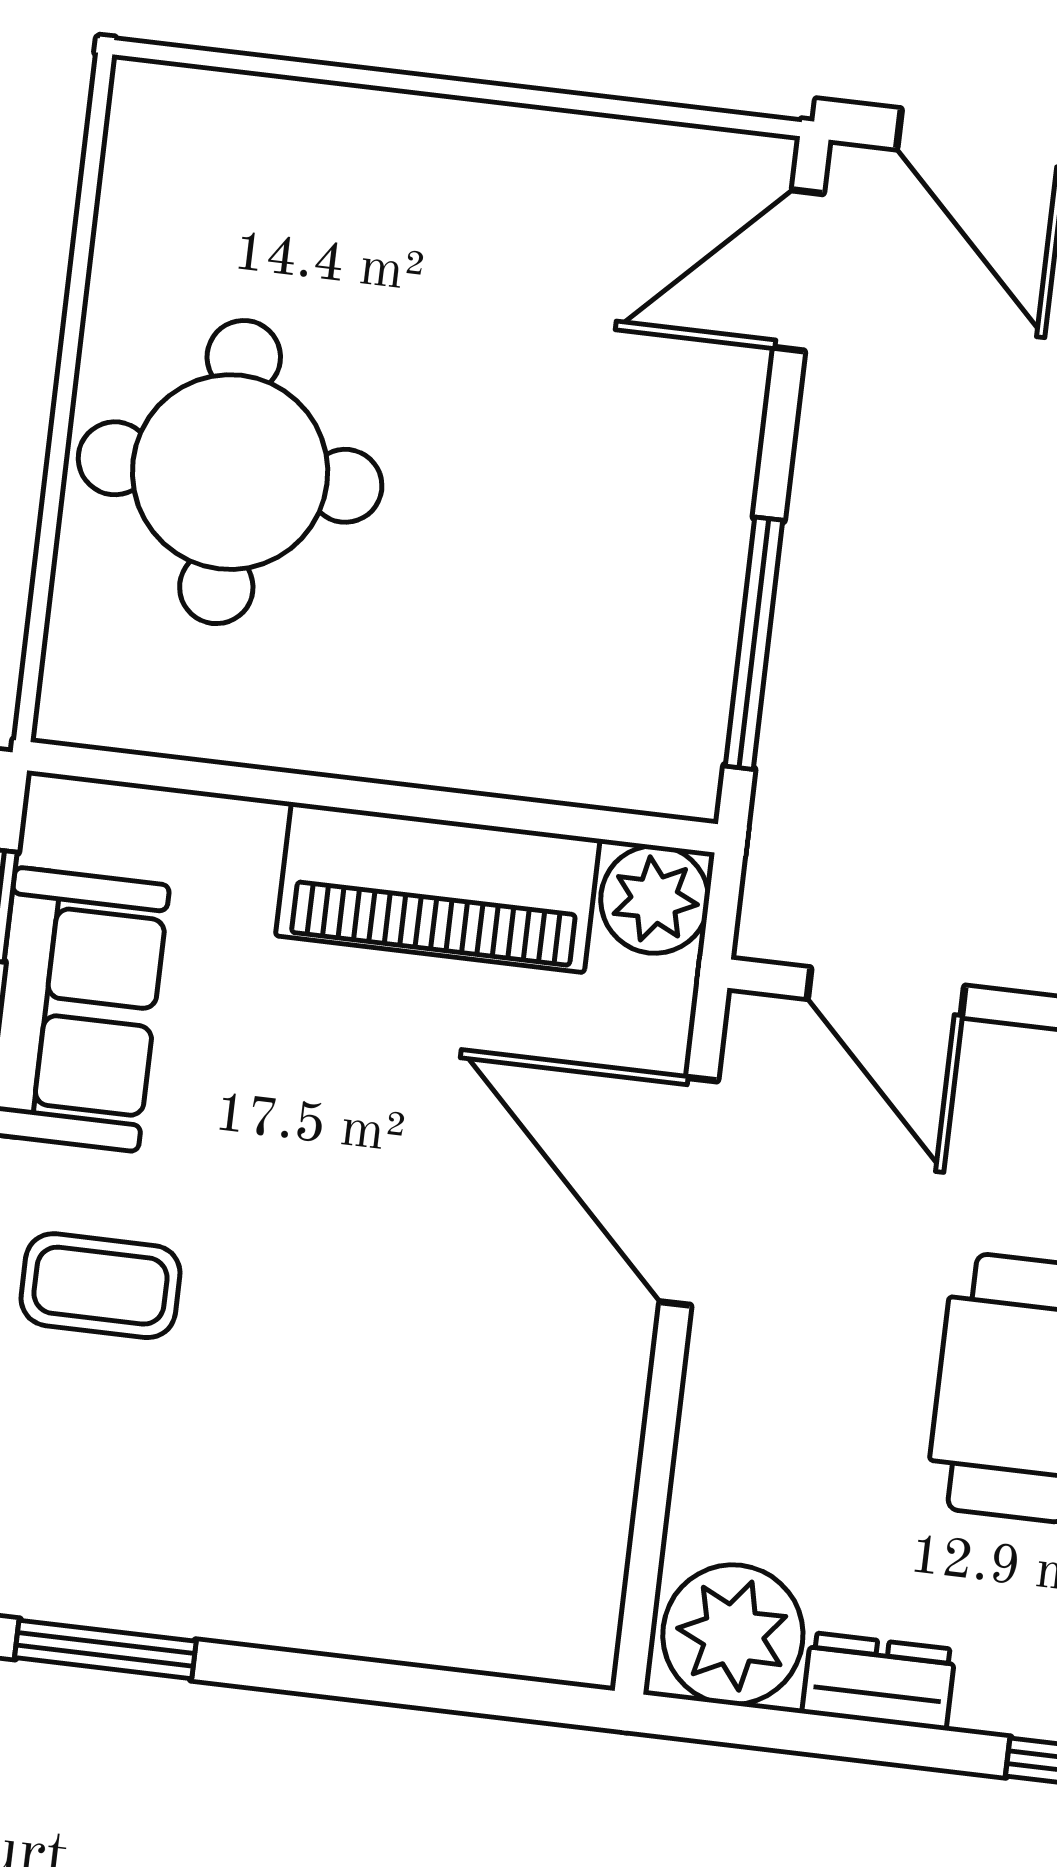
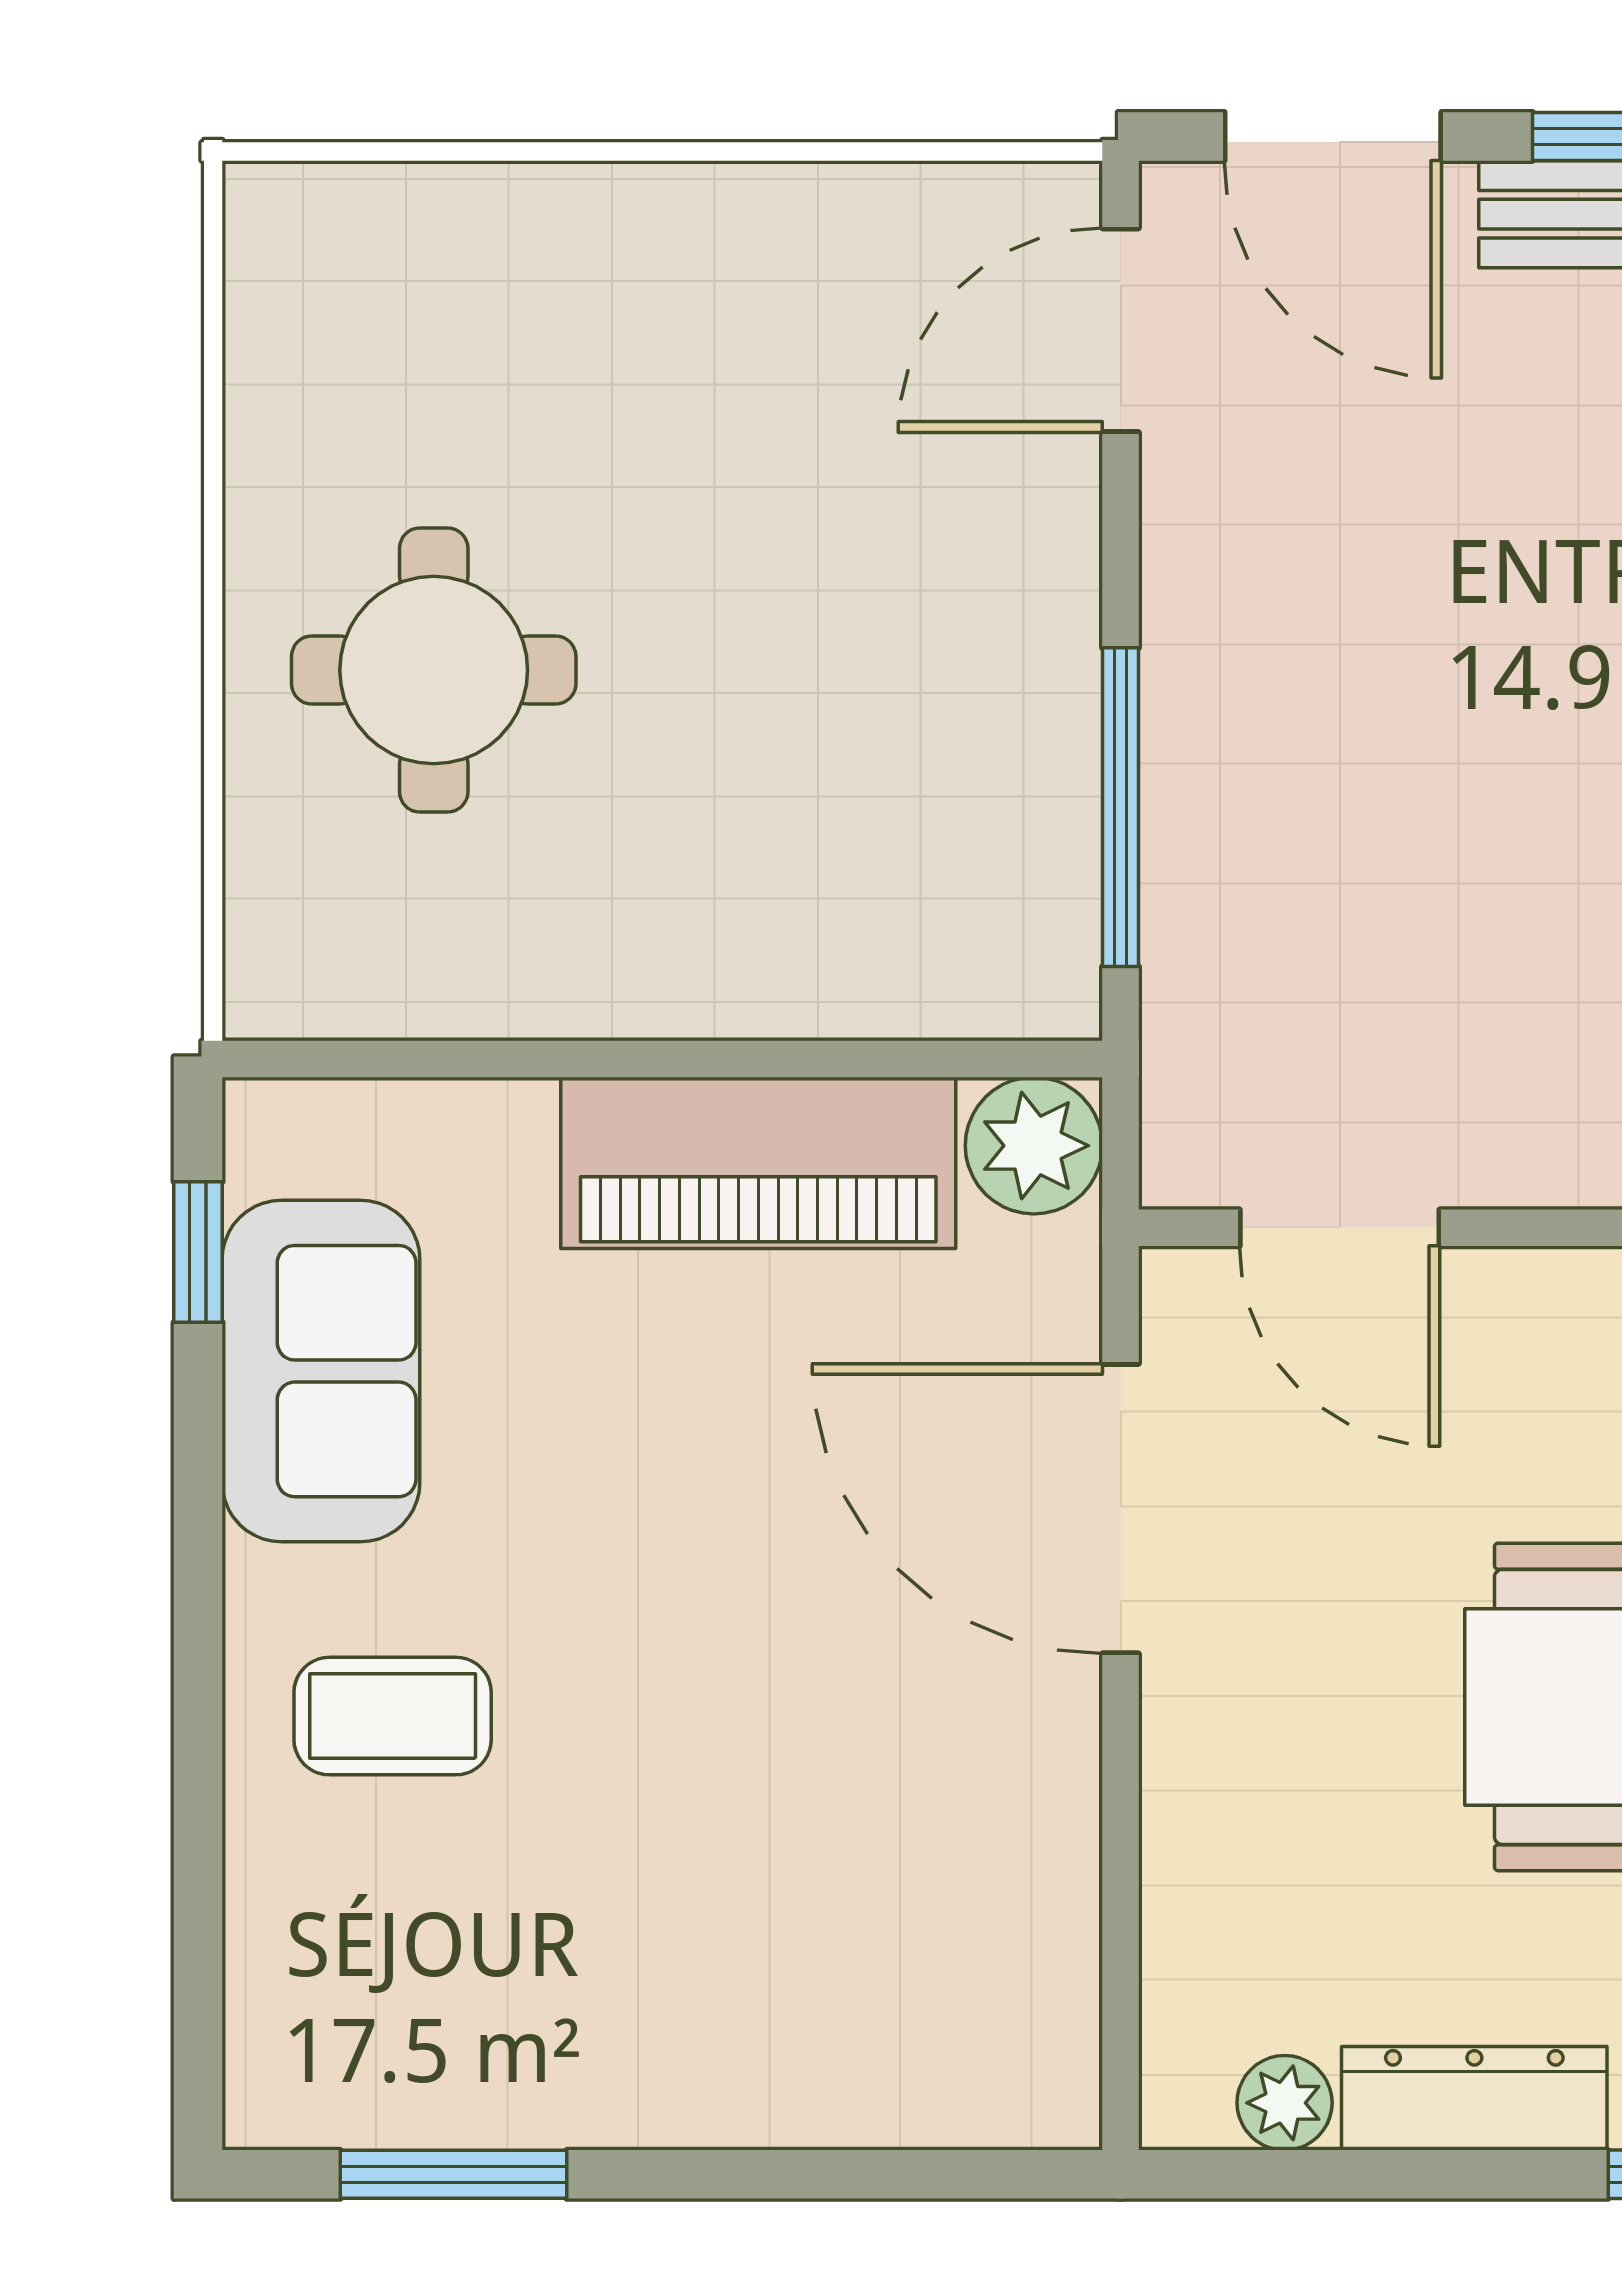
round table: (230, 472) -> (434, 670), width x0.73, depth x0.73
plant: (733, 1635) -> (1285, 2103), width x0.53, depth x0.53
dresser: (879, 1681) -> (1474, 2098), width x1.44

